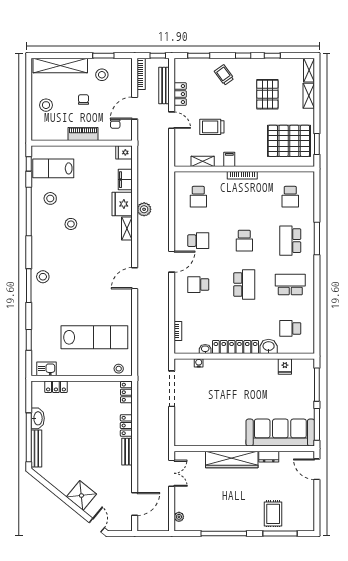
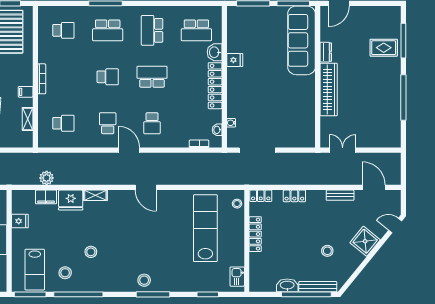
fridge: (124, 152) -> (20, 221), moved, turned -90
window: (29, 164) -> (30, 294), width x2.17
plant: (144, 209) -> (47, 178), moved
school desk: (290, 328) -> (196, 30), width x1.85
washbasin: (205, 349) -> (217, 130), moved
fridge: (285, 366) -> (235, 60), moved
locker: (56, 387) -> (255, 234), moved, width x1.53
bench: (127, 452) -> (340, 195), moved
stool: (72, 458) -> (327, 251), added
plant: (179, 517) -> (387, 143), removed

